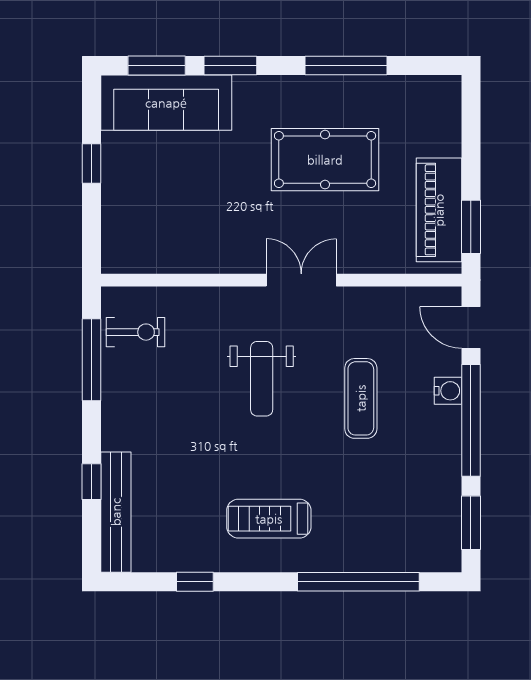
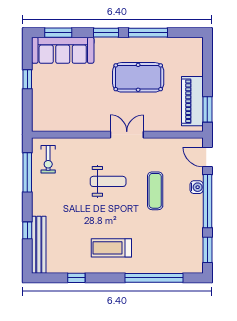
window: (230, 65) -> (106, 33), moved
exercise bike: (136, 332) -> (48, 159), turned 90
weight bench: (262, 379) -> (108, 181), turned -90

